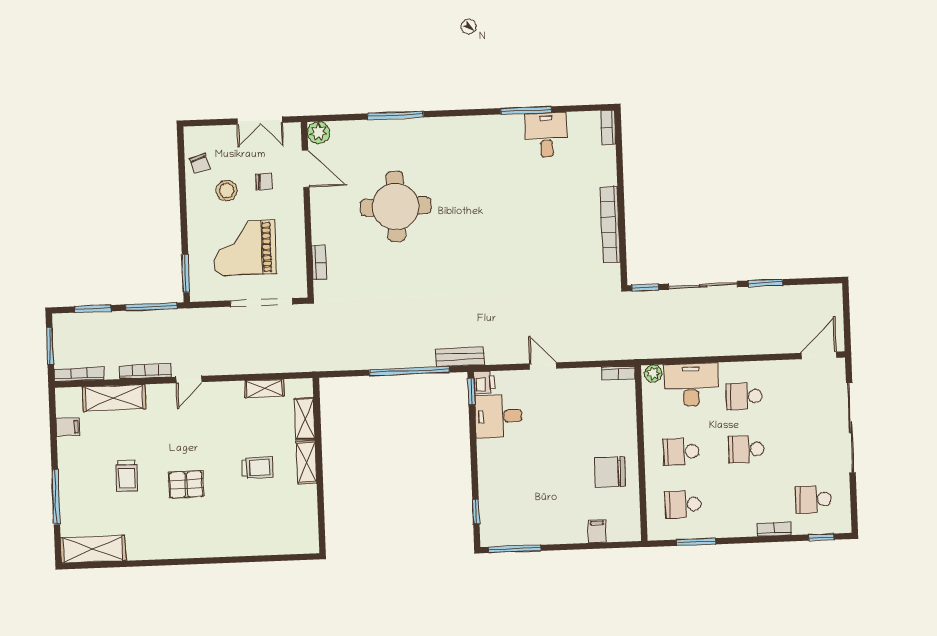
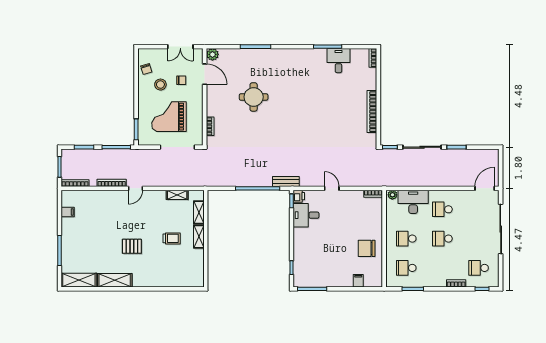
round table: (396, 206) -> (254, 97), width x0.73, depth x0.73
shelving: (114, 398) -> (115, 280), moved
trolley: (127, 476) -> (99, 240), removed

